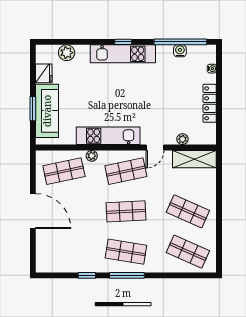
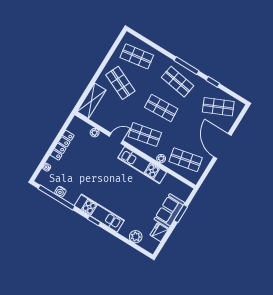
sofa: (47, 111) -> (169, 211), width x0.73
shelving: (194, 159) -> (92, 101), moved, turned 90
shop shelf: (64, 252) -> (218, 107), added
shop shelf: (188, 252) -> (137, 56), turned -33

